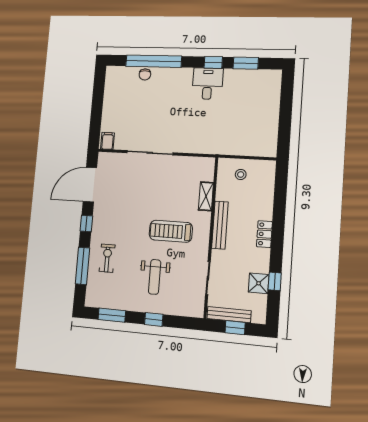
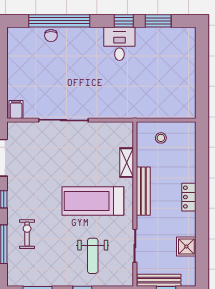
treadmill: (171, 231) -> (93, 201), width x1.37, depth x1.38
weight bench: (155, 277) -> (93, 256), moved
window: (275, 281) -> (202, 243), removed

